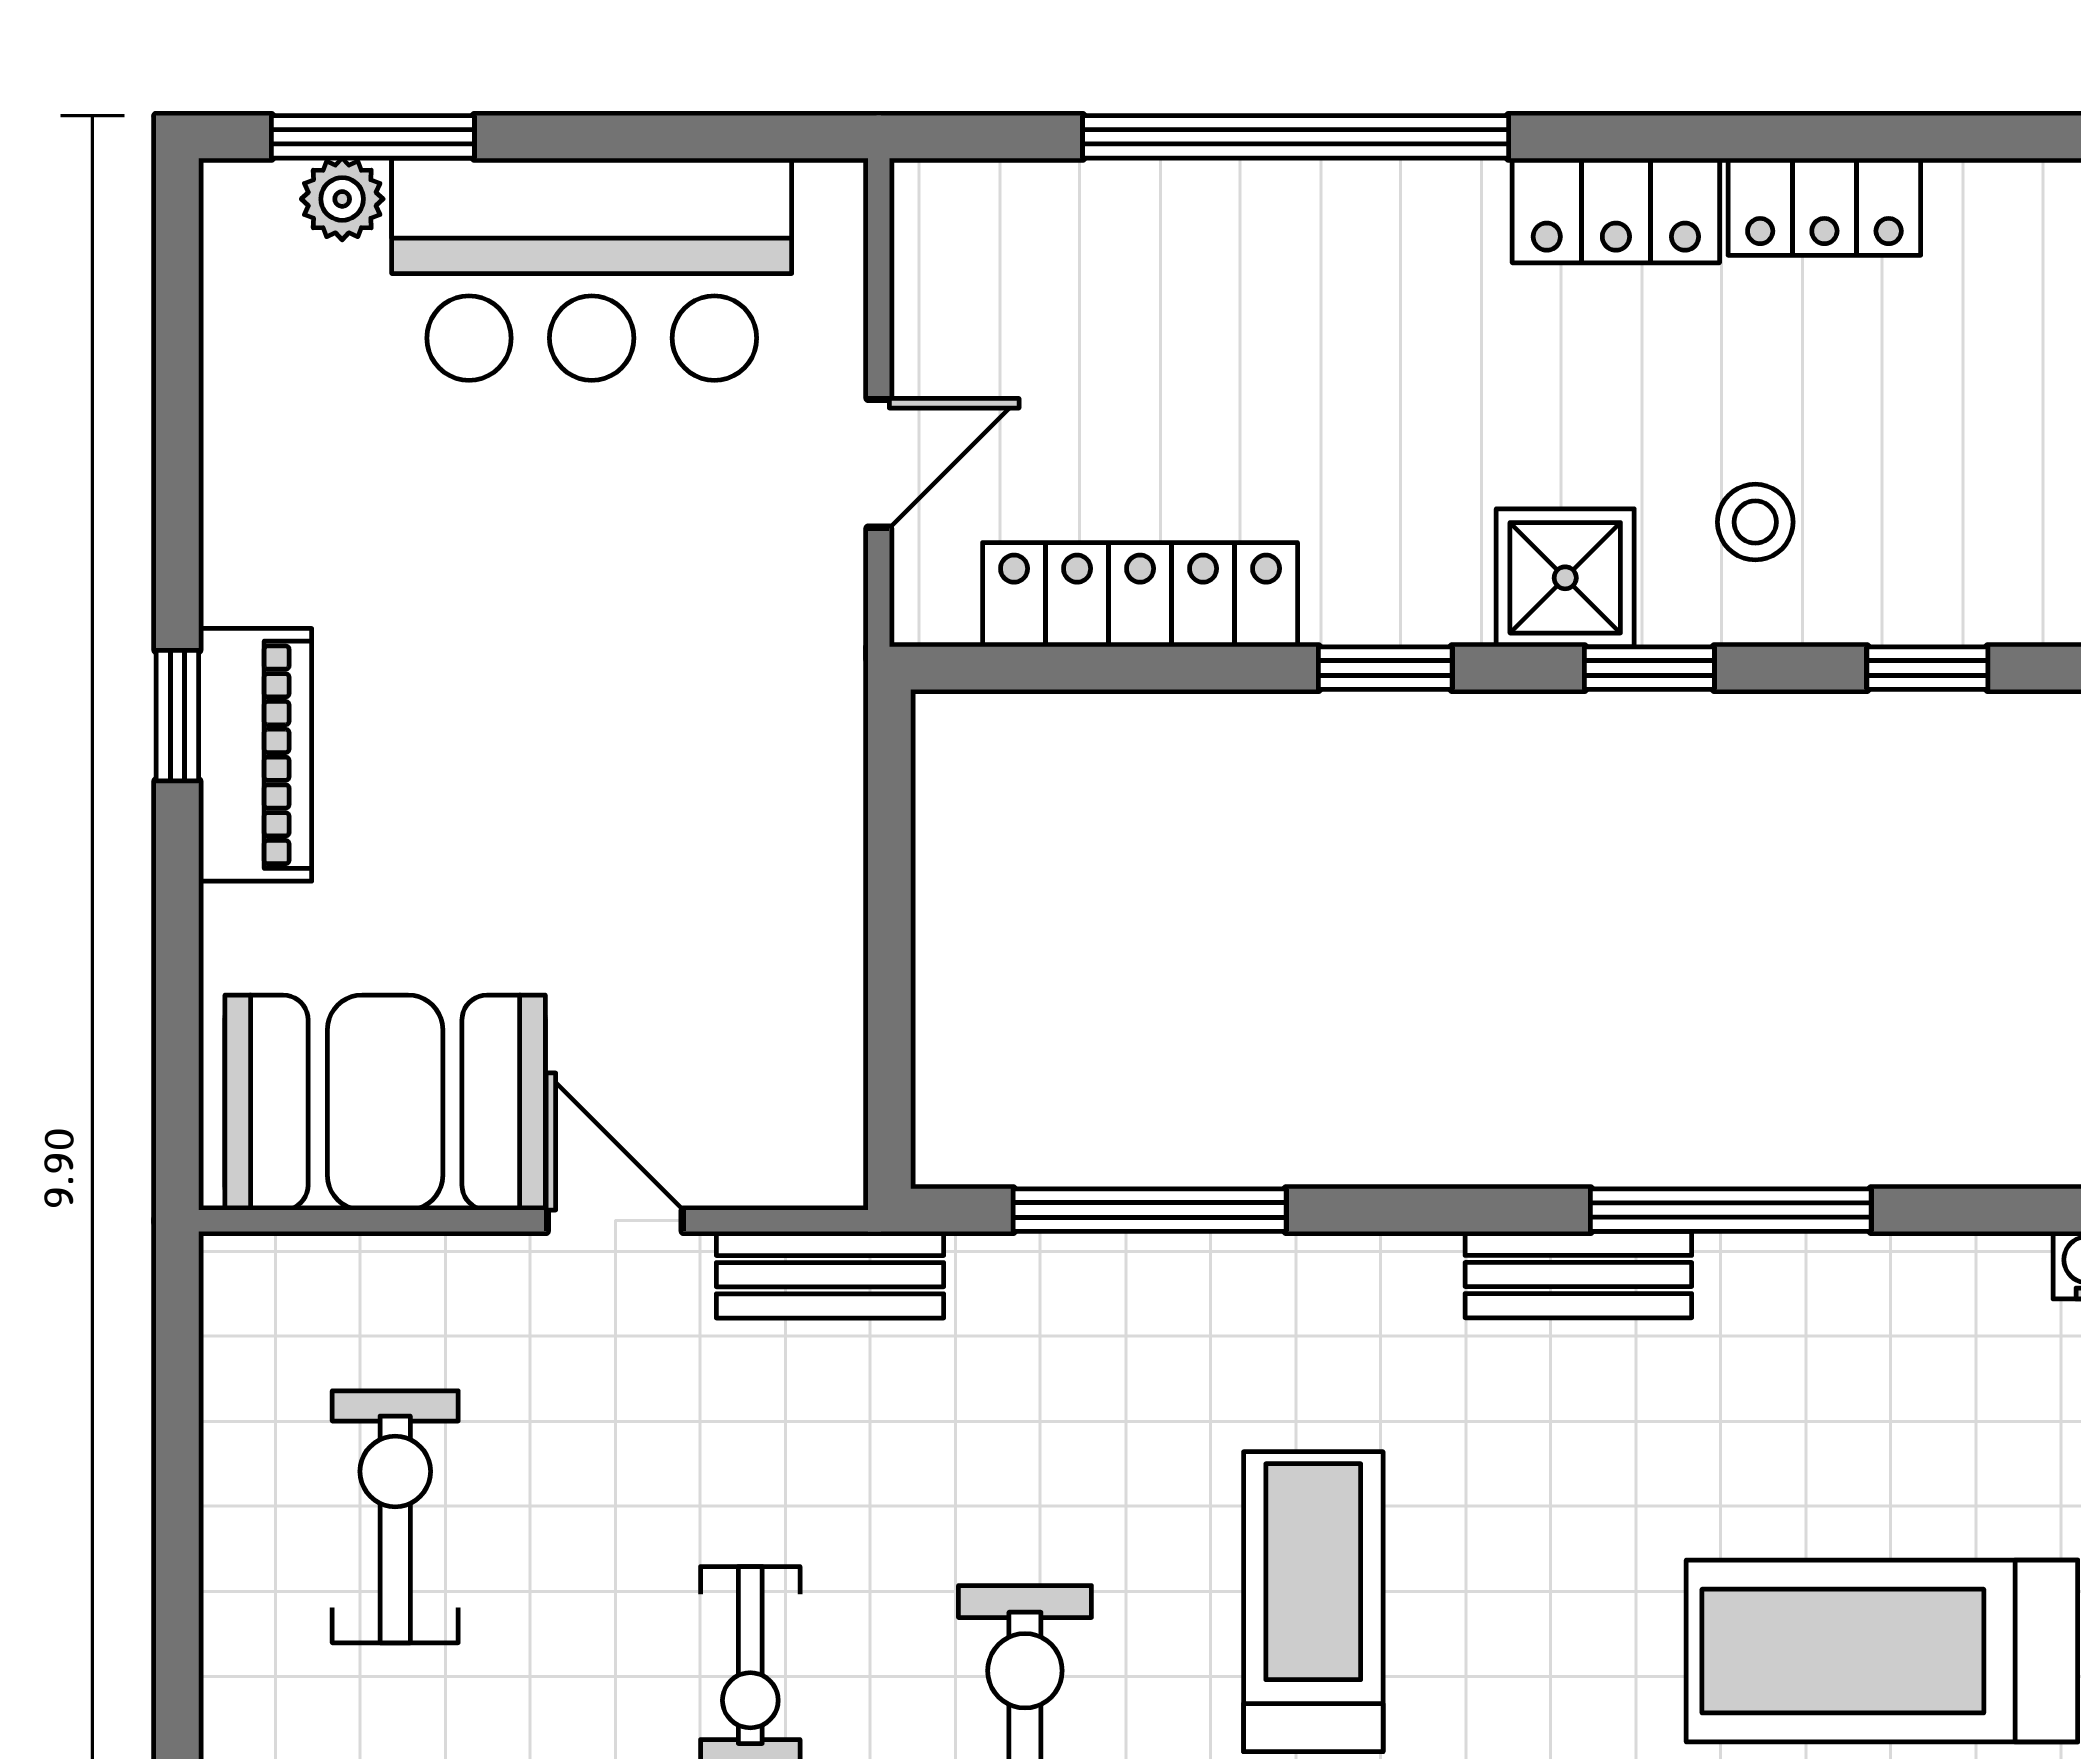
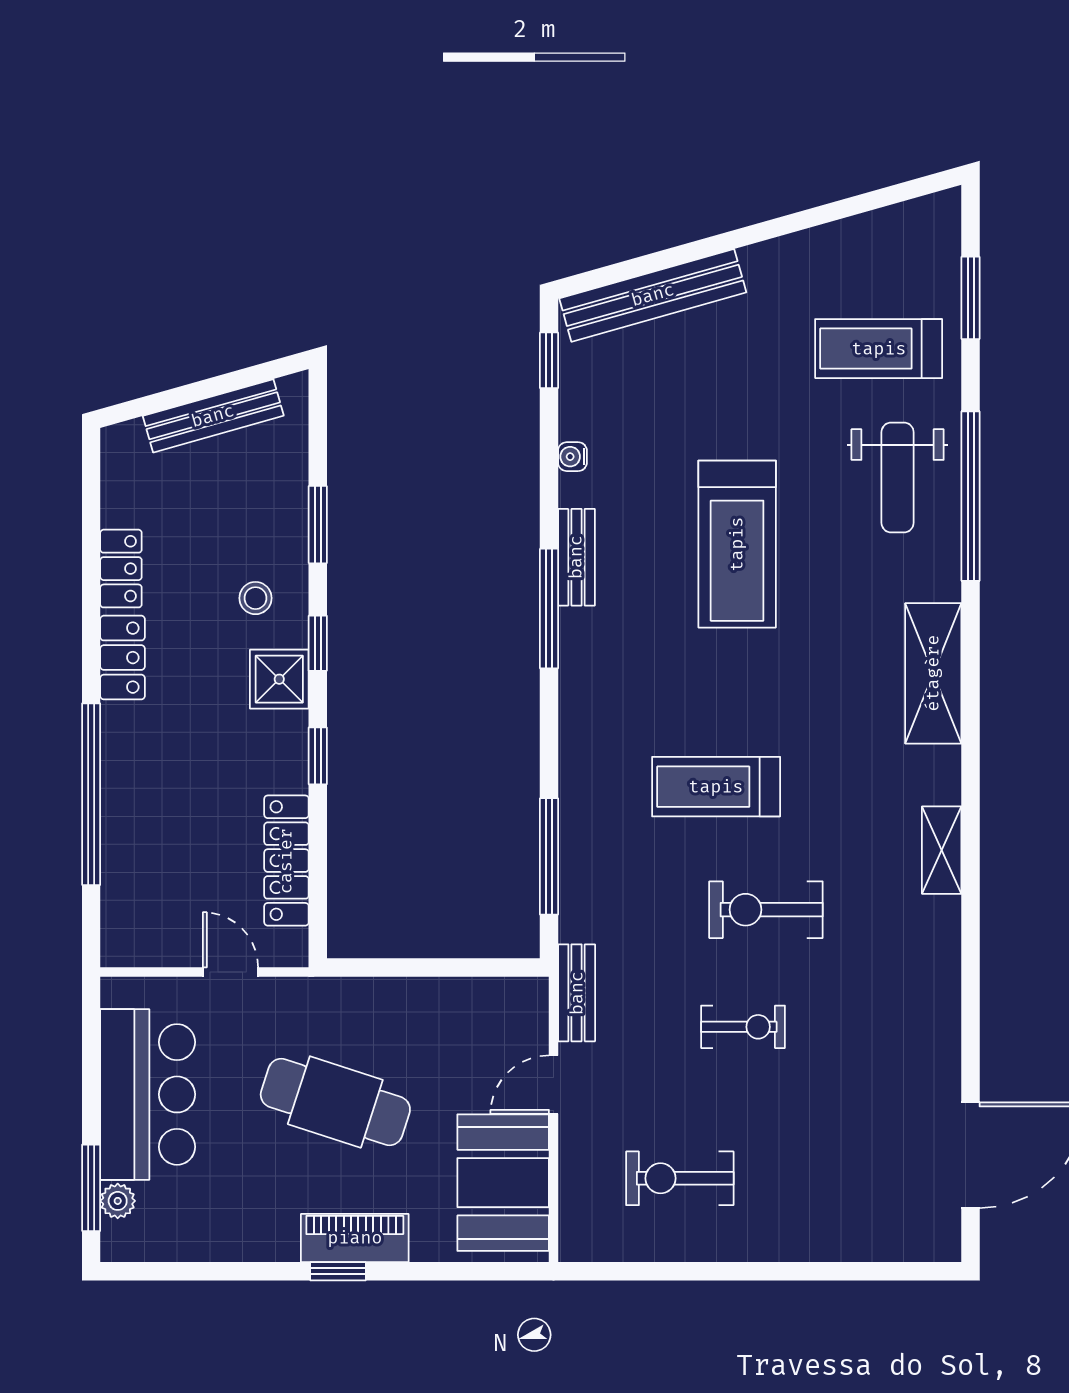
window: (1927, 668) -> (318, 525), width x1.50
cafe table: (574, 709) -> (335, 1102), added
bench: (1578, 1275) -> (576, 557), moved

